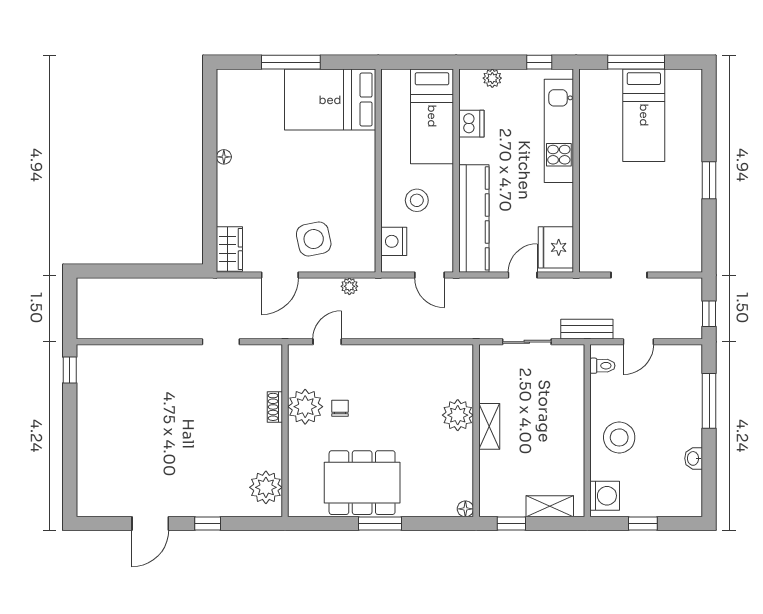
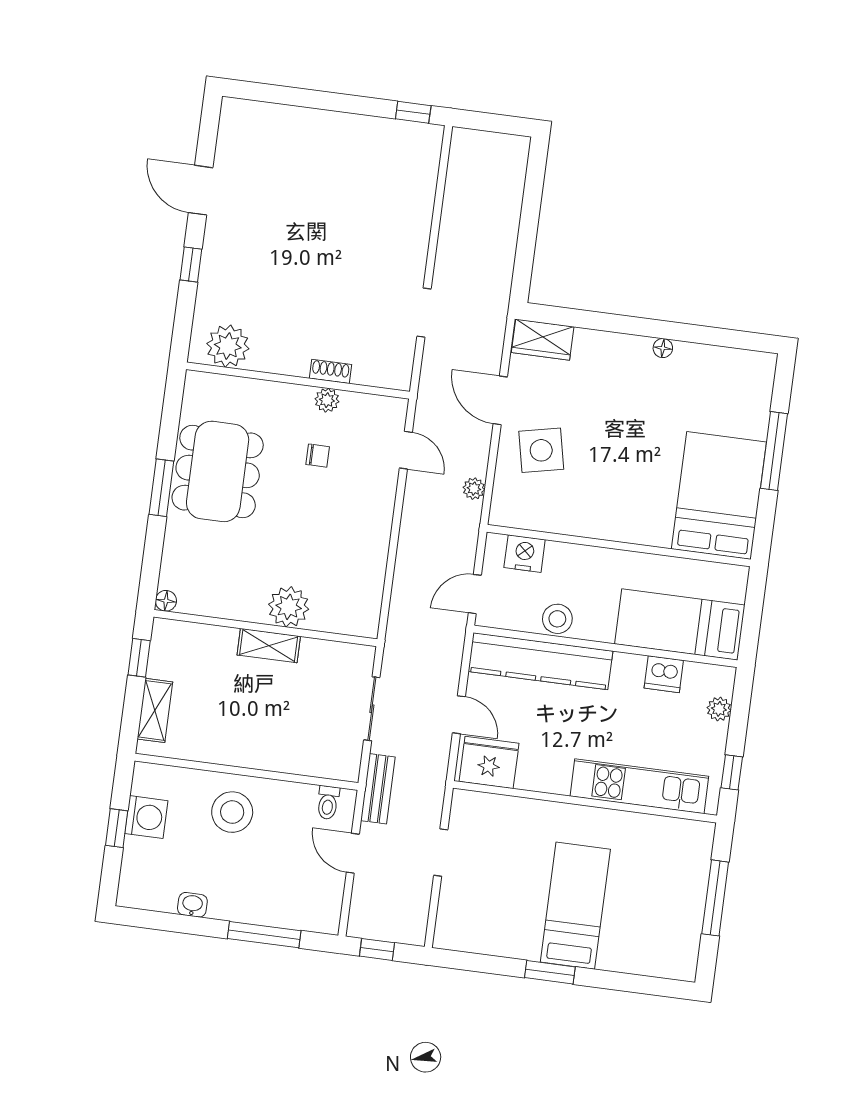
bed: (644, 115) -> (575, 906), moved, turned 90
stool: (417, 200) -> (557, 619), moved
plant: (305, 407) -> (327, 400), width x0.53, depth x0.53
washing machine: (605, 496) -> (146, 817), moved, turned -90

